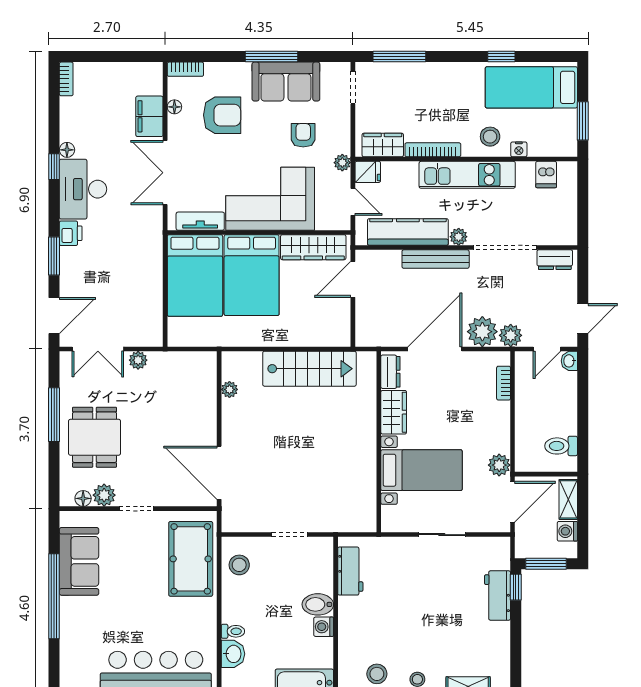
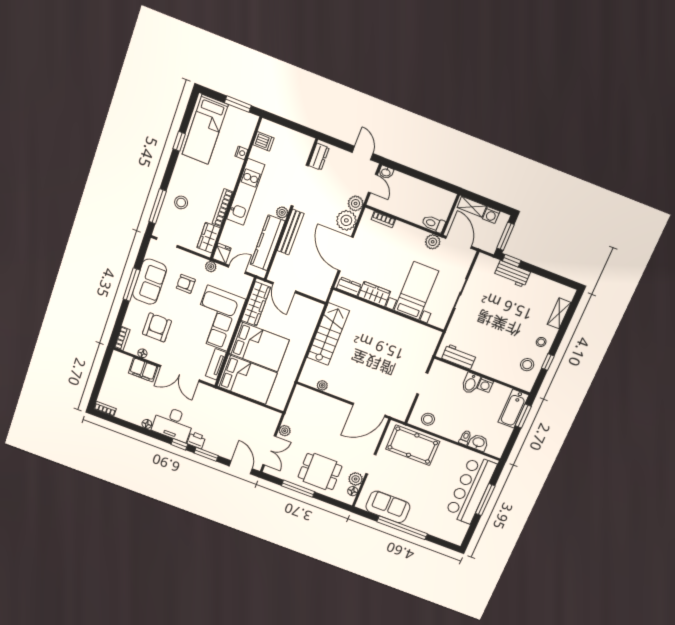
stool: (490, 137) -> (181, 202), moved
window: (54, 167) -> (179, 444), moved
toilet: (561, 446) -> (433, 224), moved, turned 90

